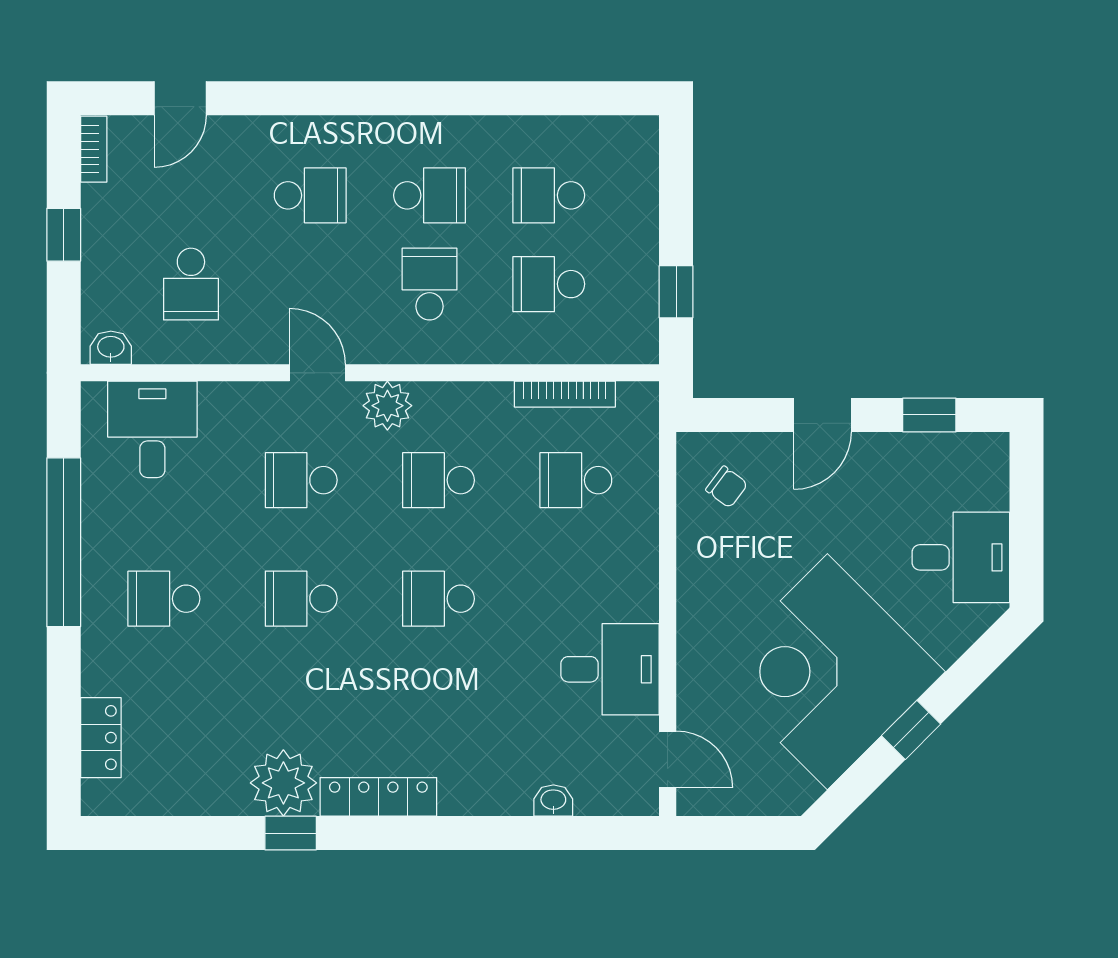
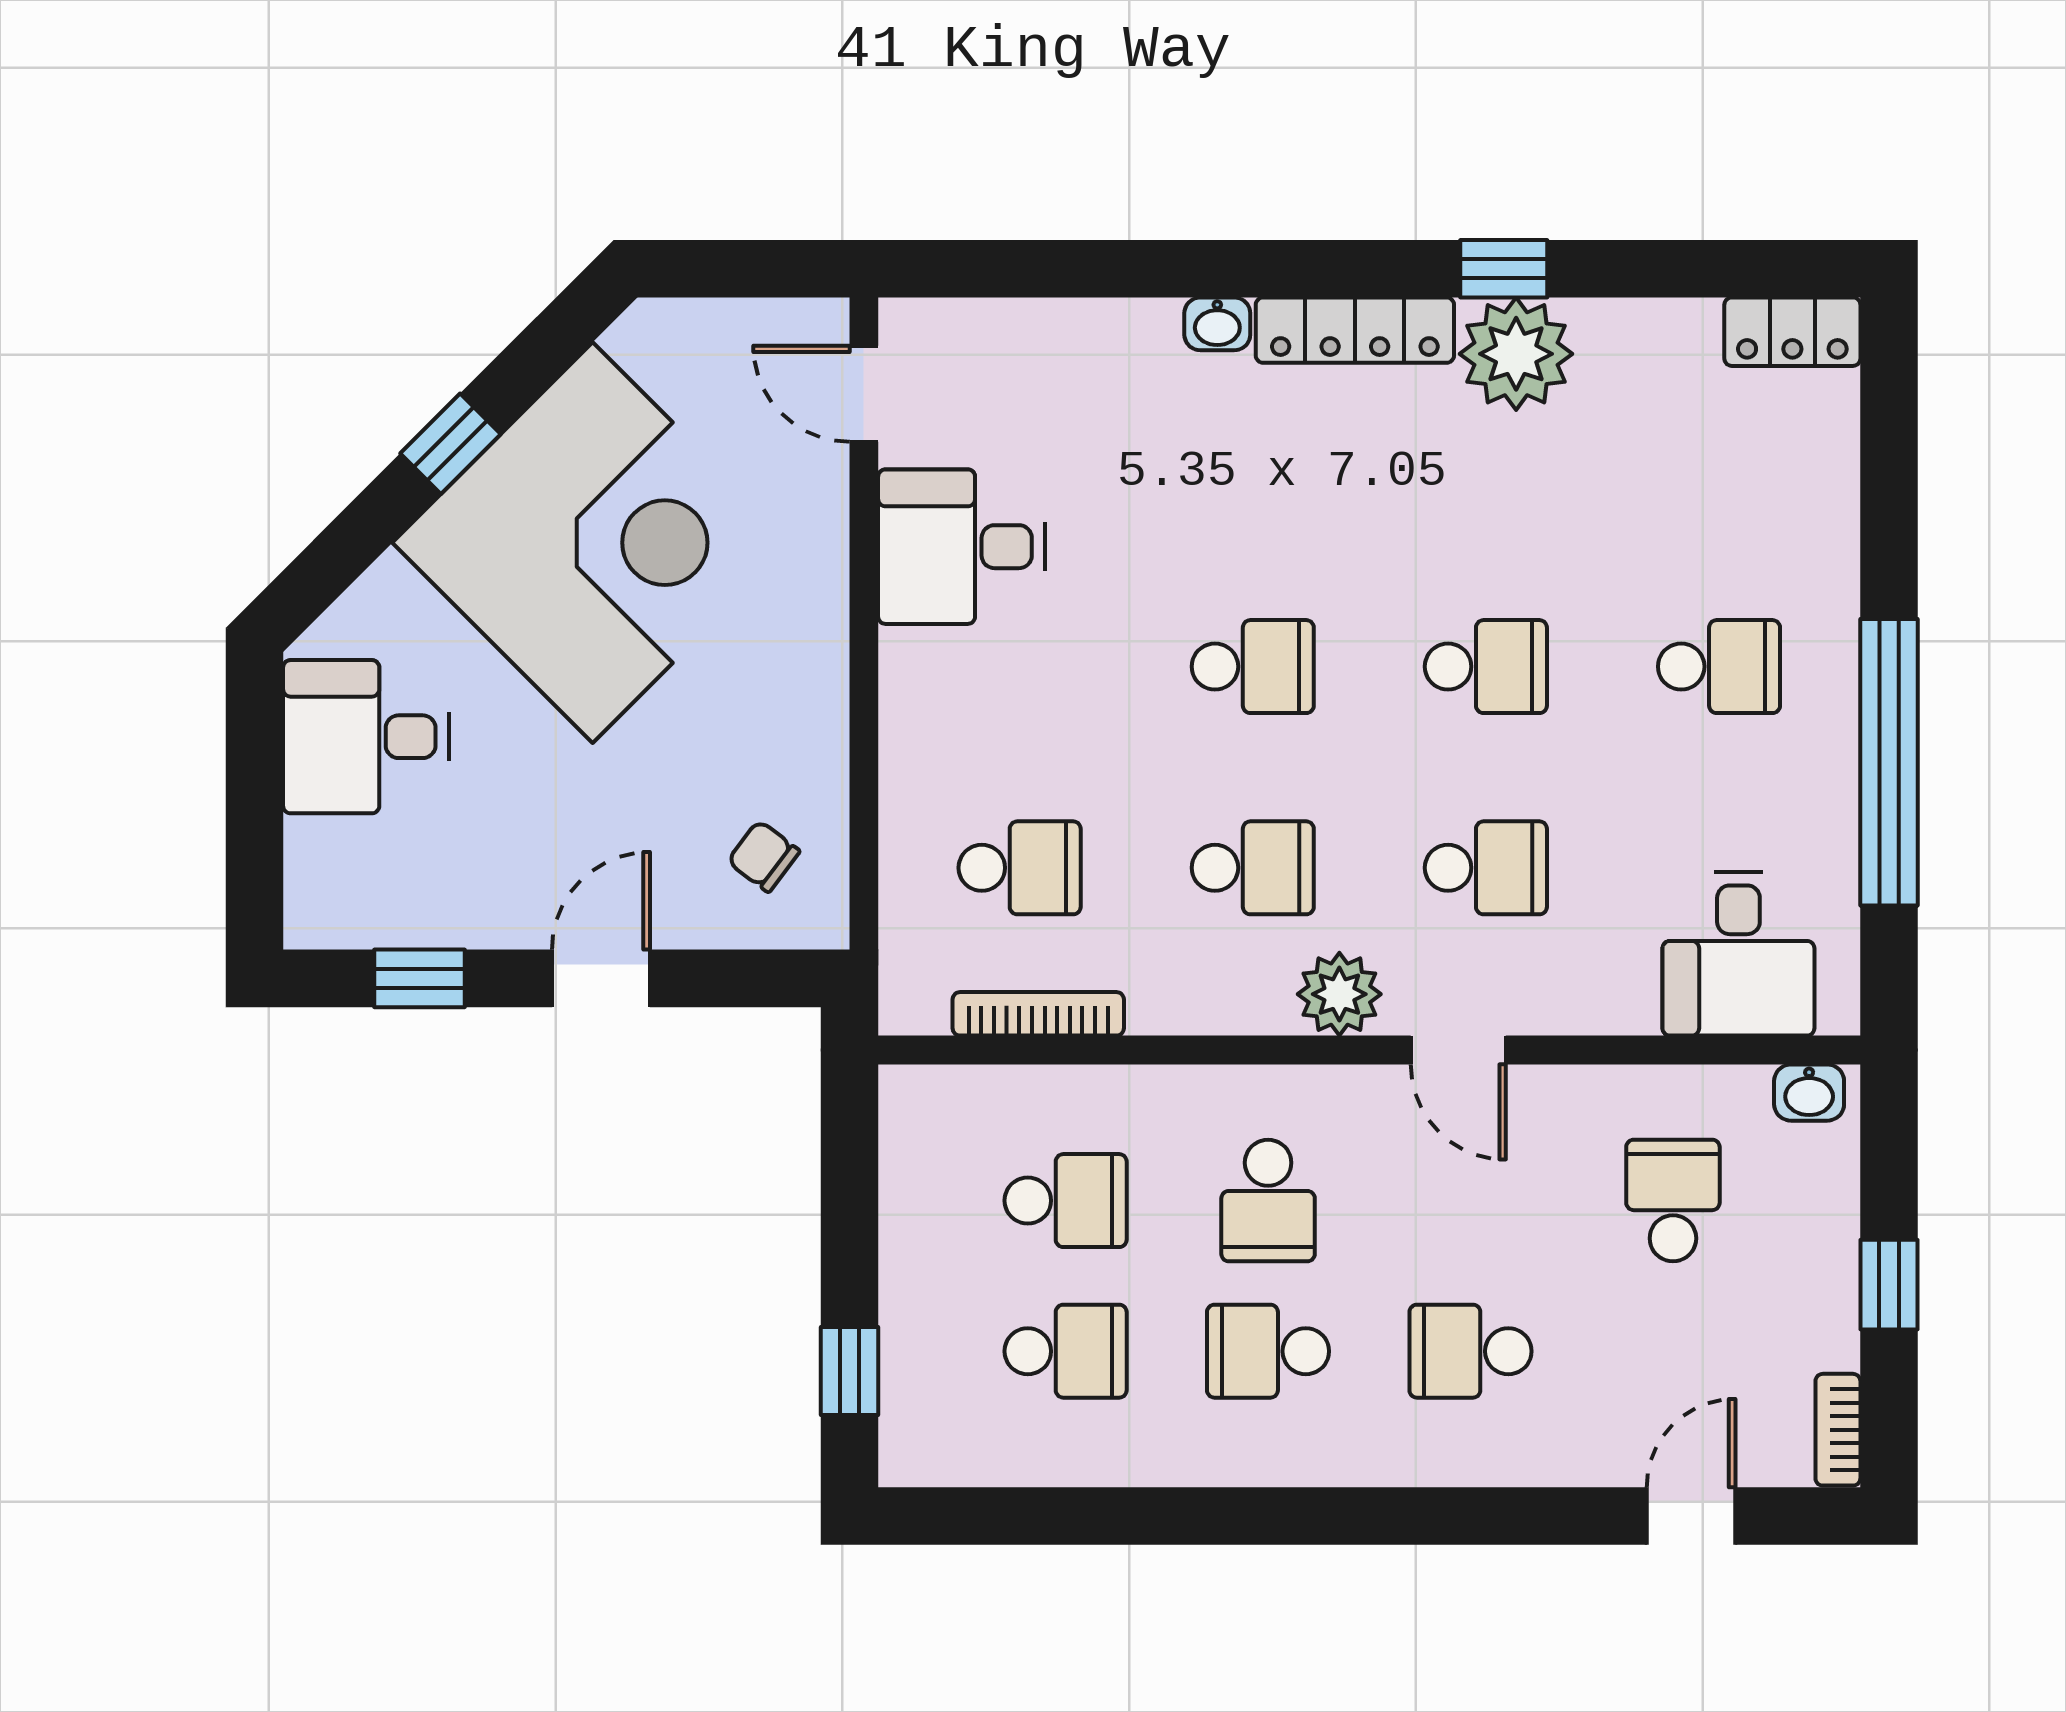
window: (676, 292) -> (850, 1371), moved
locker: (101, 738) -> (1792, 332), moved, turned -90
washbasin: (553, 801) -> (1217, 324), moved

